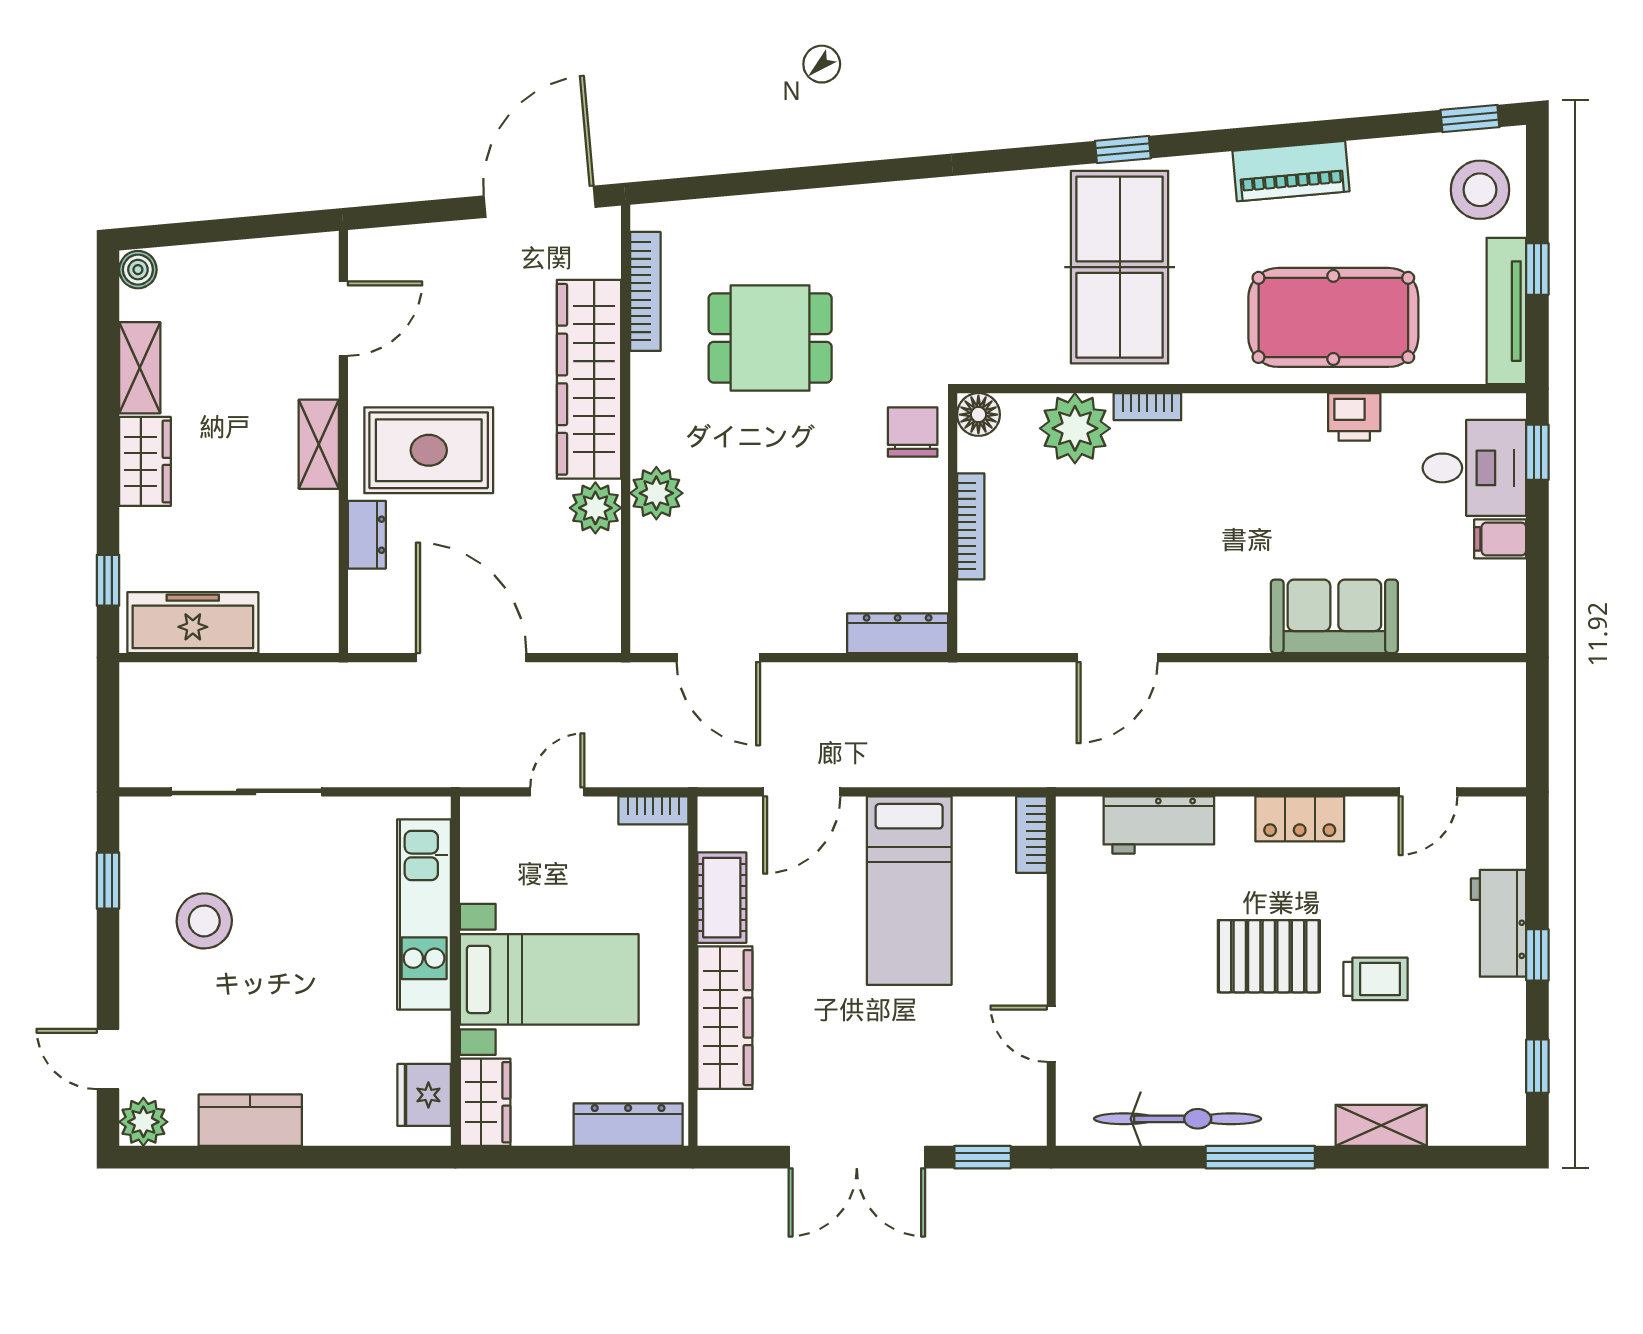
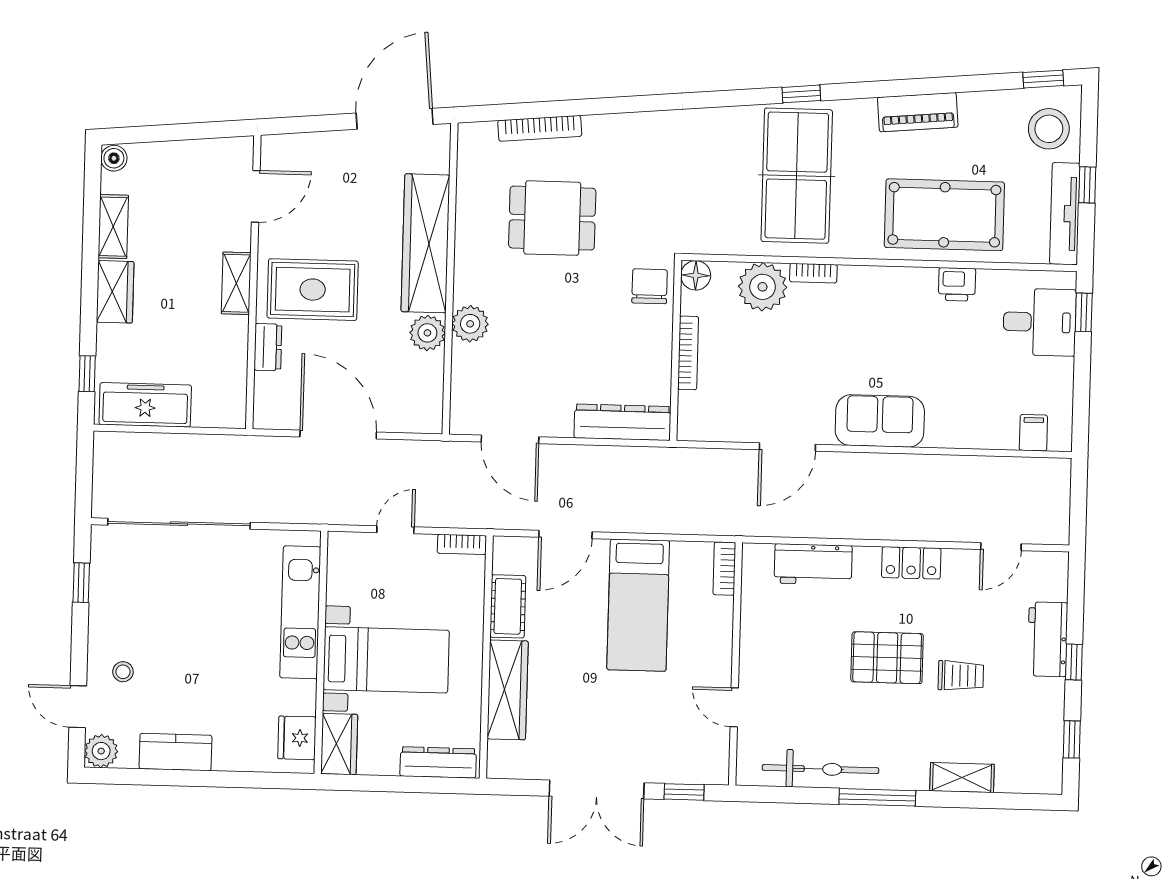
bookcase: (645, 291) -> (540, 128), moved, turned 85
filing cabinet: (1500, 539) -> (1033, 433), moved, turned 90
sofa: (1334, 616) -> (880, 421), moved
dresser: (898, 633) -> (622, 422), width x1.37, depth x1.24
sliding door: (246, 792) -> (179, 524), width x1.36
stool: (204, 921) -> (123, 672), moved, width x0.53, depth x0.53

